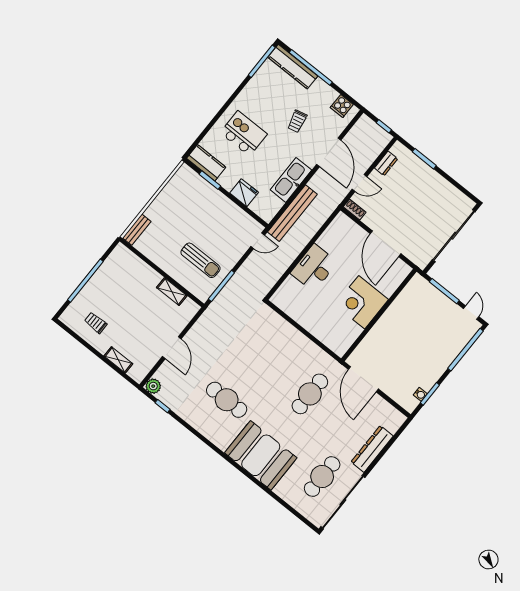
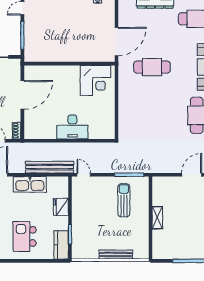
bench: (137, 230) -> (116, 255), moved, width x1.36
shelving: (172, 292) -> (157, 218), moved
corner desk: (362, 302) -> (95, 81), moved

